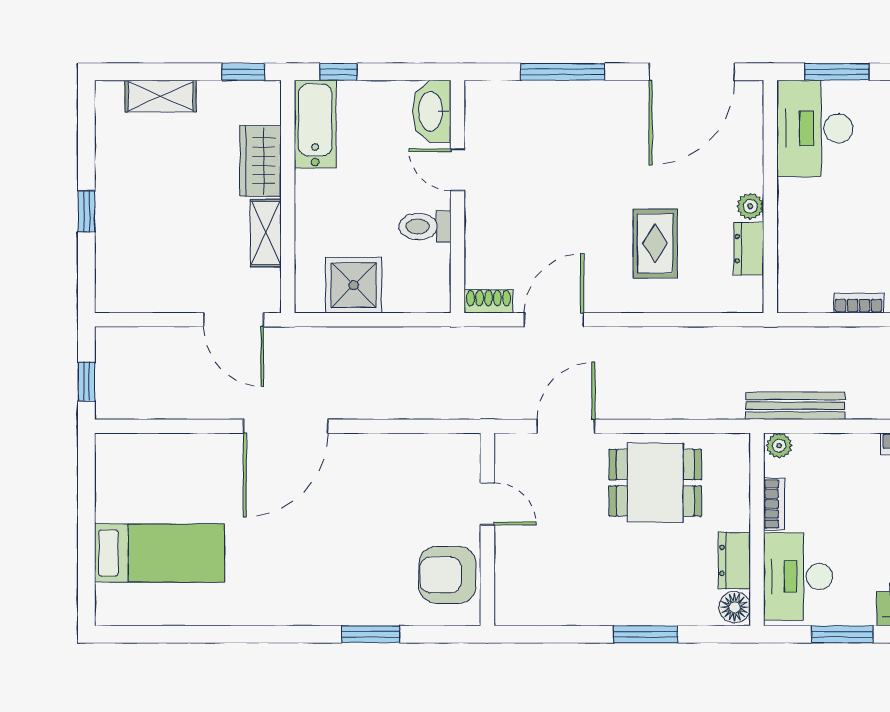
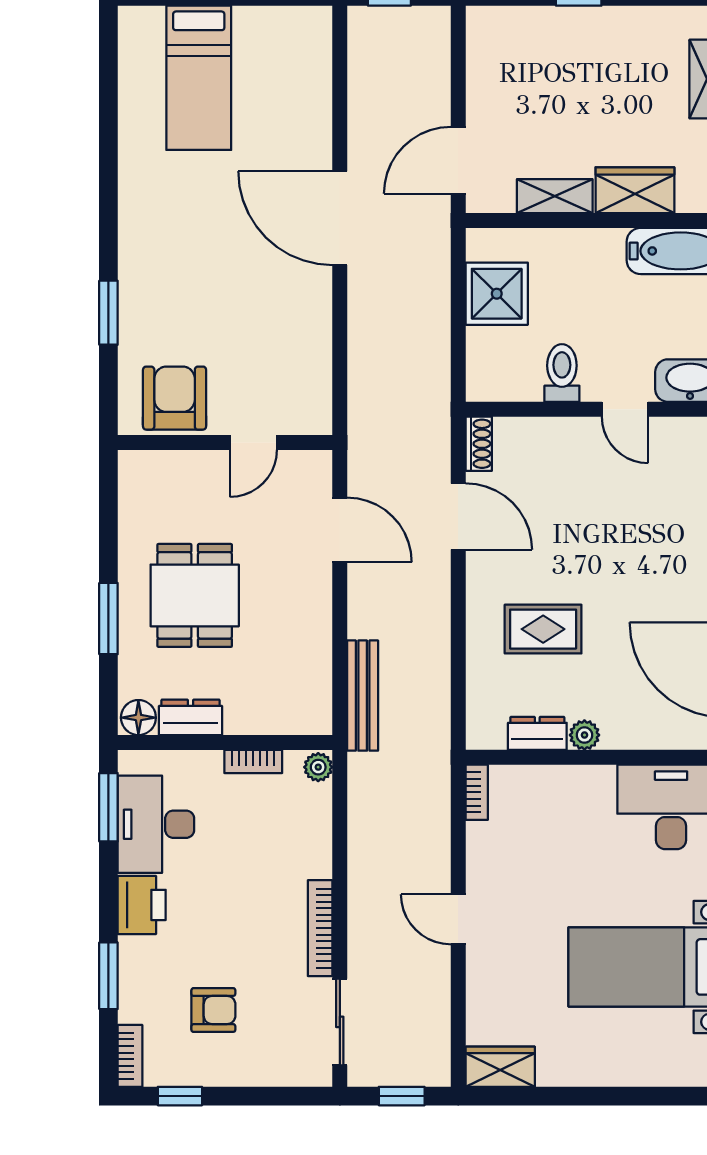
door: (457, 170) -> (625, 409), swing flipped
bookcase: (859, 303) -> (477, 792), moved
bench: (796, 406) -> (363, 696), moved
dining table: (655, 483) -> (195, 595), moved
desk: (798, 576) -> (156, 824), moved, turned -90
window: (842, 634) -> (108, 807), moved

